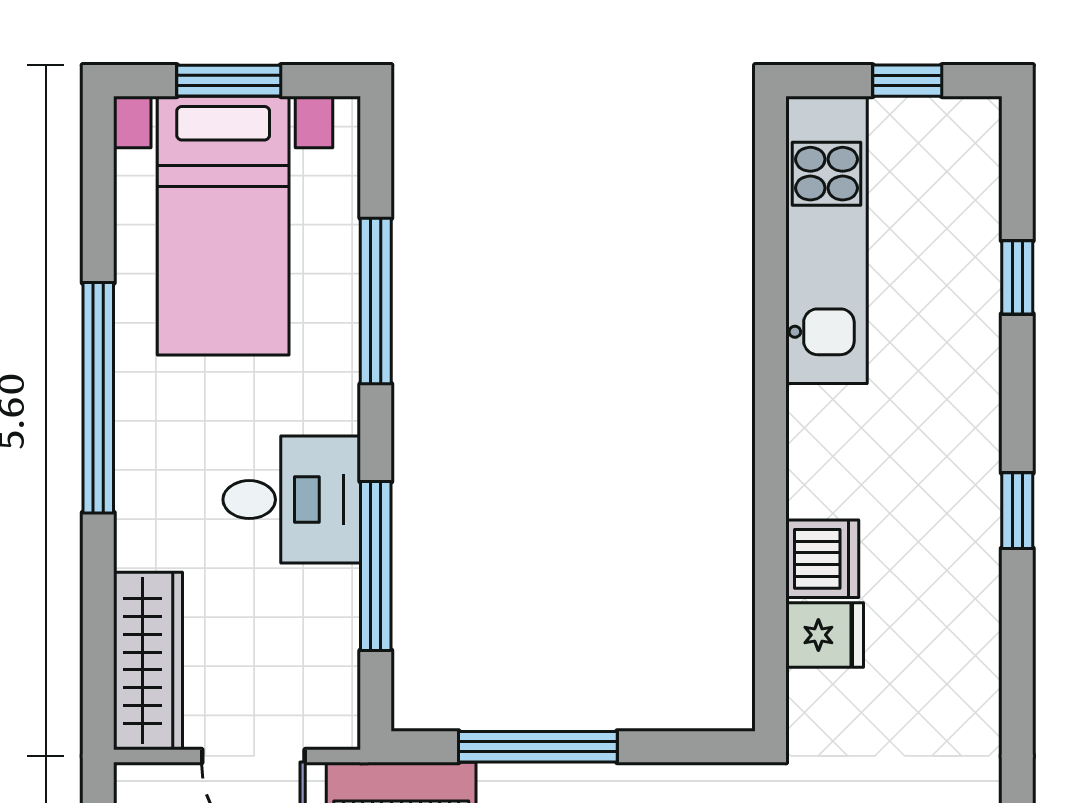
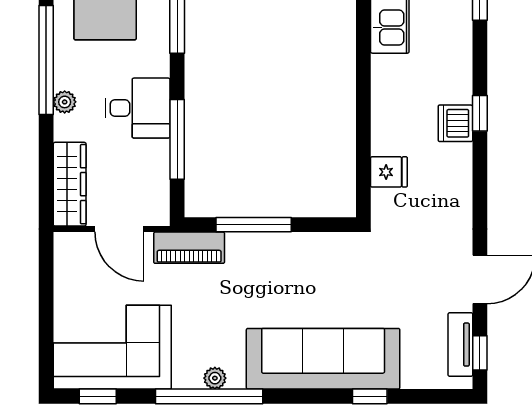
plant: (137, 487) -> (65, 102), added
dishwasher: (822, 559) -> (455, 123), moved, turned 180

